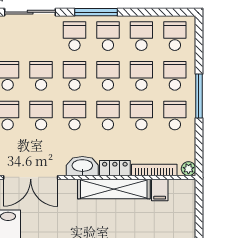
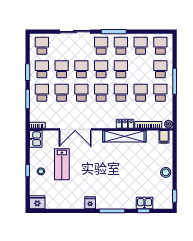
school desk: (141, 76) -> (141, 69), removed
washbasin: (82, 166) -> (106, 123), removed
filing cabinet: (160, 190) -> (164, 137), moved

